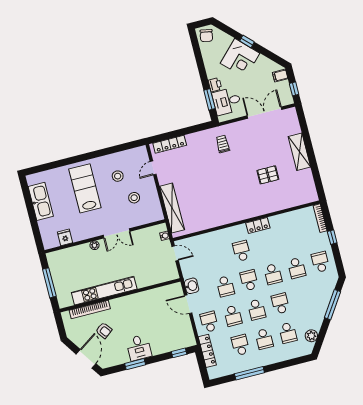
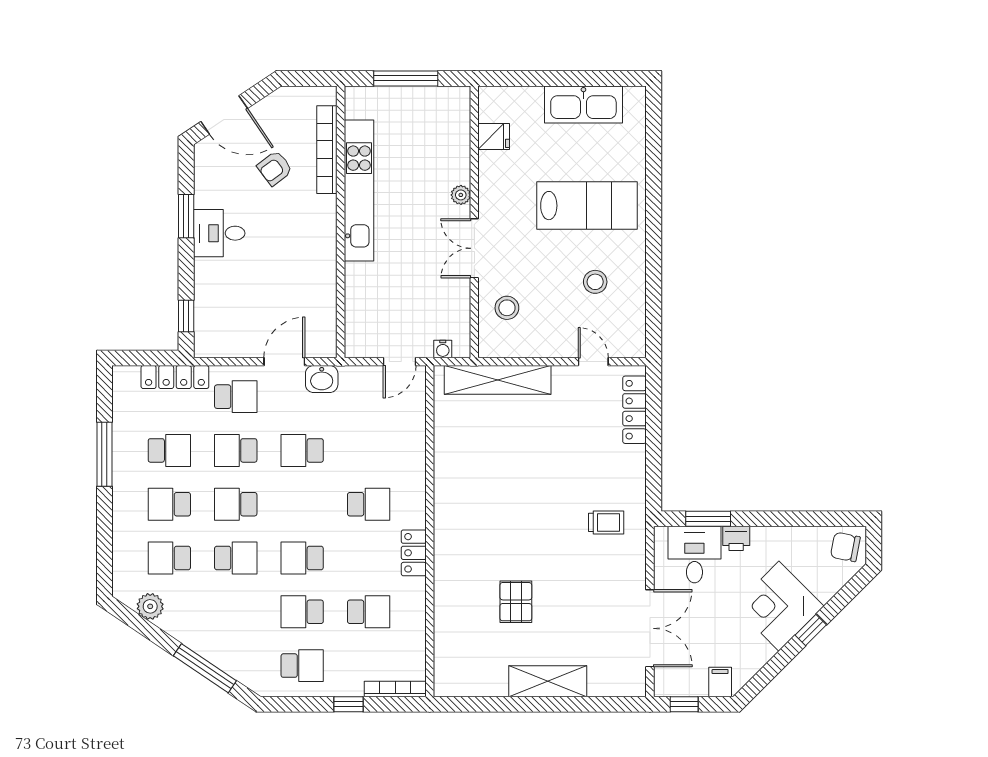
stool: (134, 198) -> (507, 308), moved
school desk: (249, 280) -> (369, 612), moved

